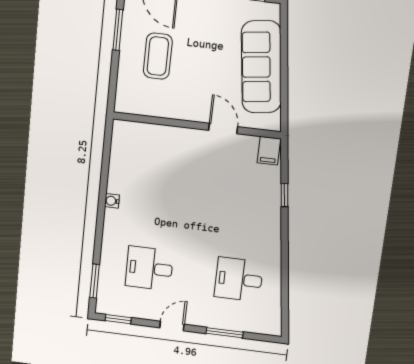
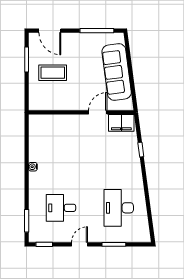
coffee table: (158, 56) -> (53, 73), turned 90
door: (223, 129) -> (98, 112), hinge flipped
filing cabinet: (269, 151) -> (121, 123), width x2.00
desk: (239, 279) -> (119, 208), width x1.37

